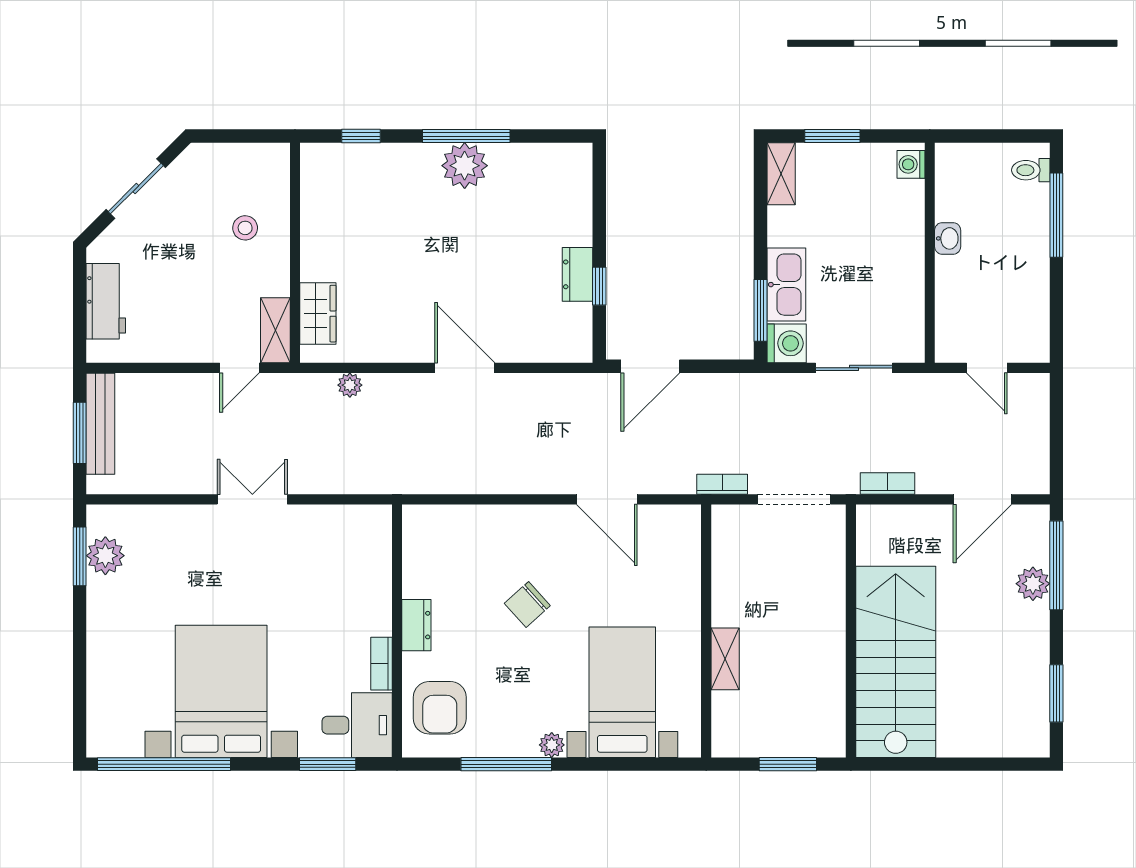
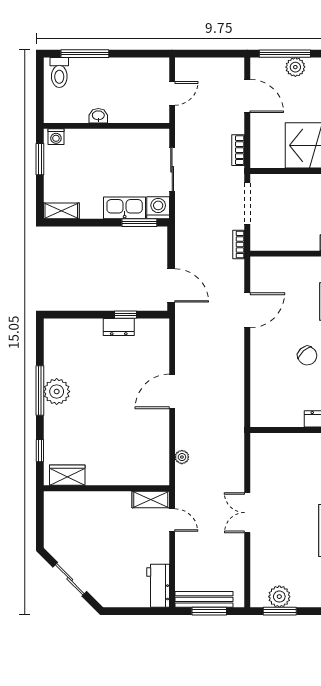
window: (832, 136) -> (40, 159), moved
toilet: (1031, 170) -> (59, 72), width x1.37, depth x1.39
stool: (245, 228) -> (92, 517), removed
workbench: (106, 301) -> (158, 586), moved, turned -90
wardrobe: (318, 314) -> (67, 475), moved

